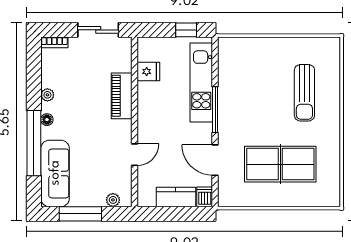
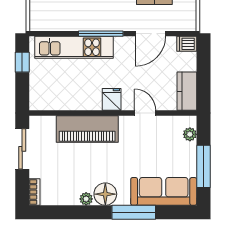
fridge: (148, 71) -> (112, 99), moved
piano: (122, 96) -> (87, 129), width x1.37, depth x1.33
floor lamp: (47, 120) -> (105, 194), width x1.89, depth x1.89
window: (34, 143) -> (134, 212), width x0.68
kitchen counter: (176, 197) -> (187, 91), moved

